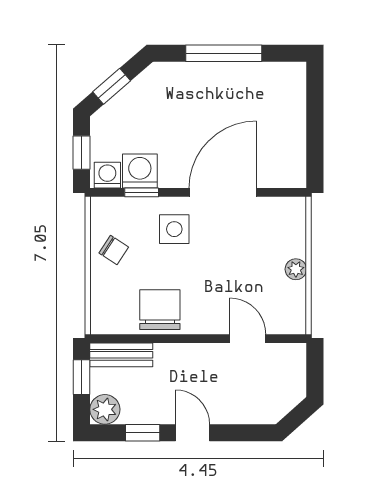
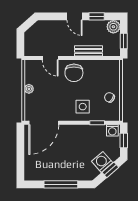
washing machine: (140, 171) -> (102, 162), moved, turned 139
door: (223, 192) -> (44, 123), moved
chair: (160, 310) -> (74, 73), moved
bench: (121, 355) -> (89, 51), moved

